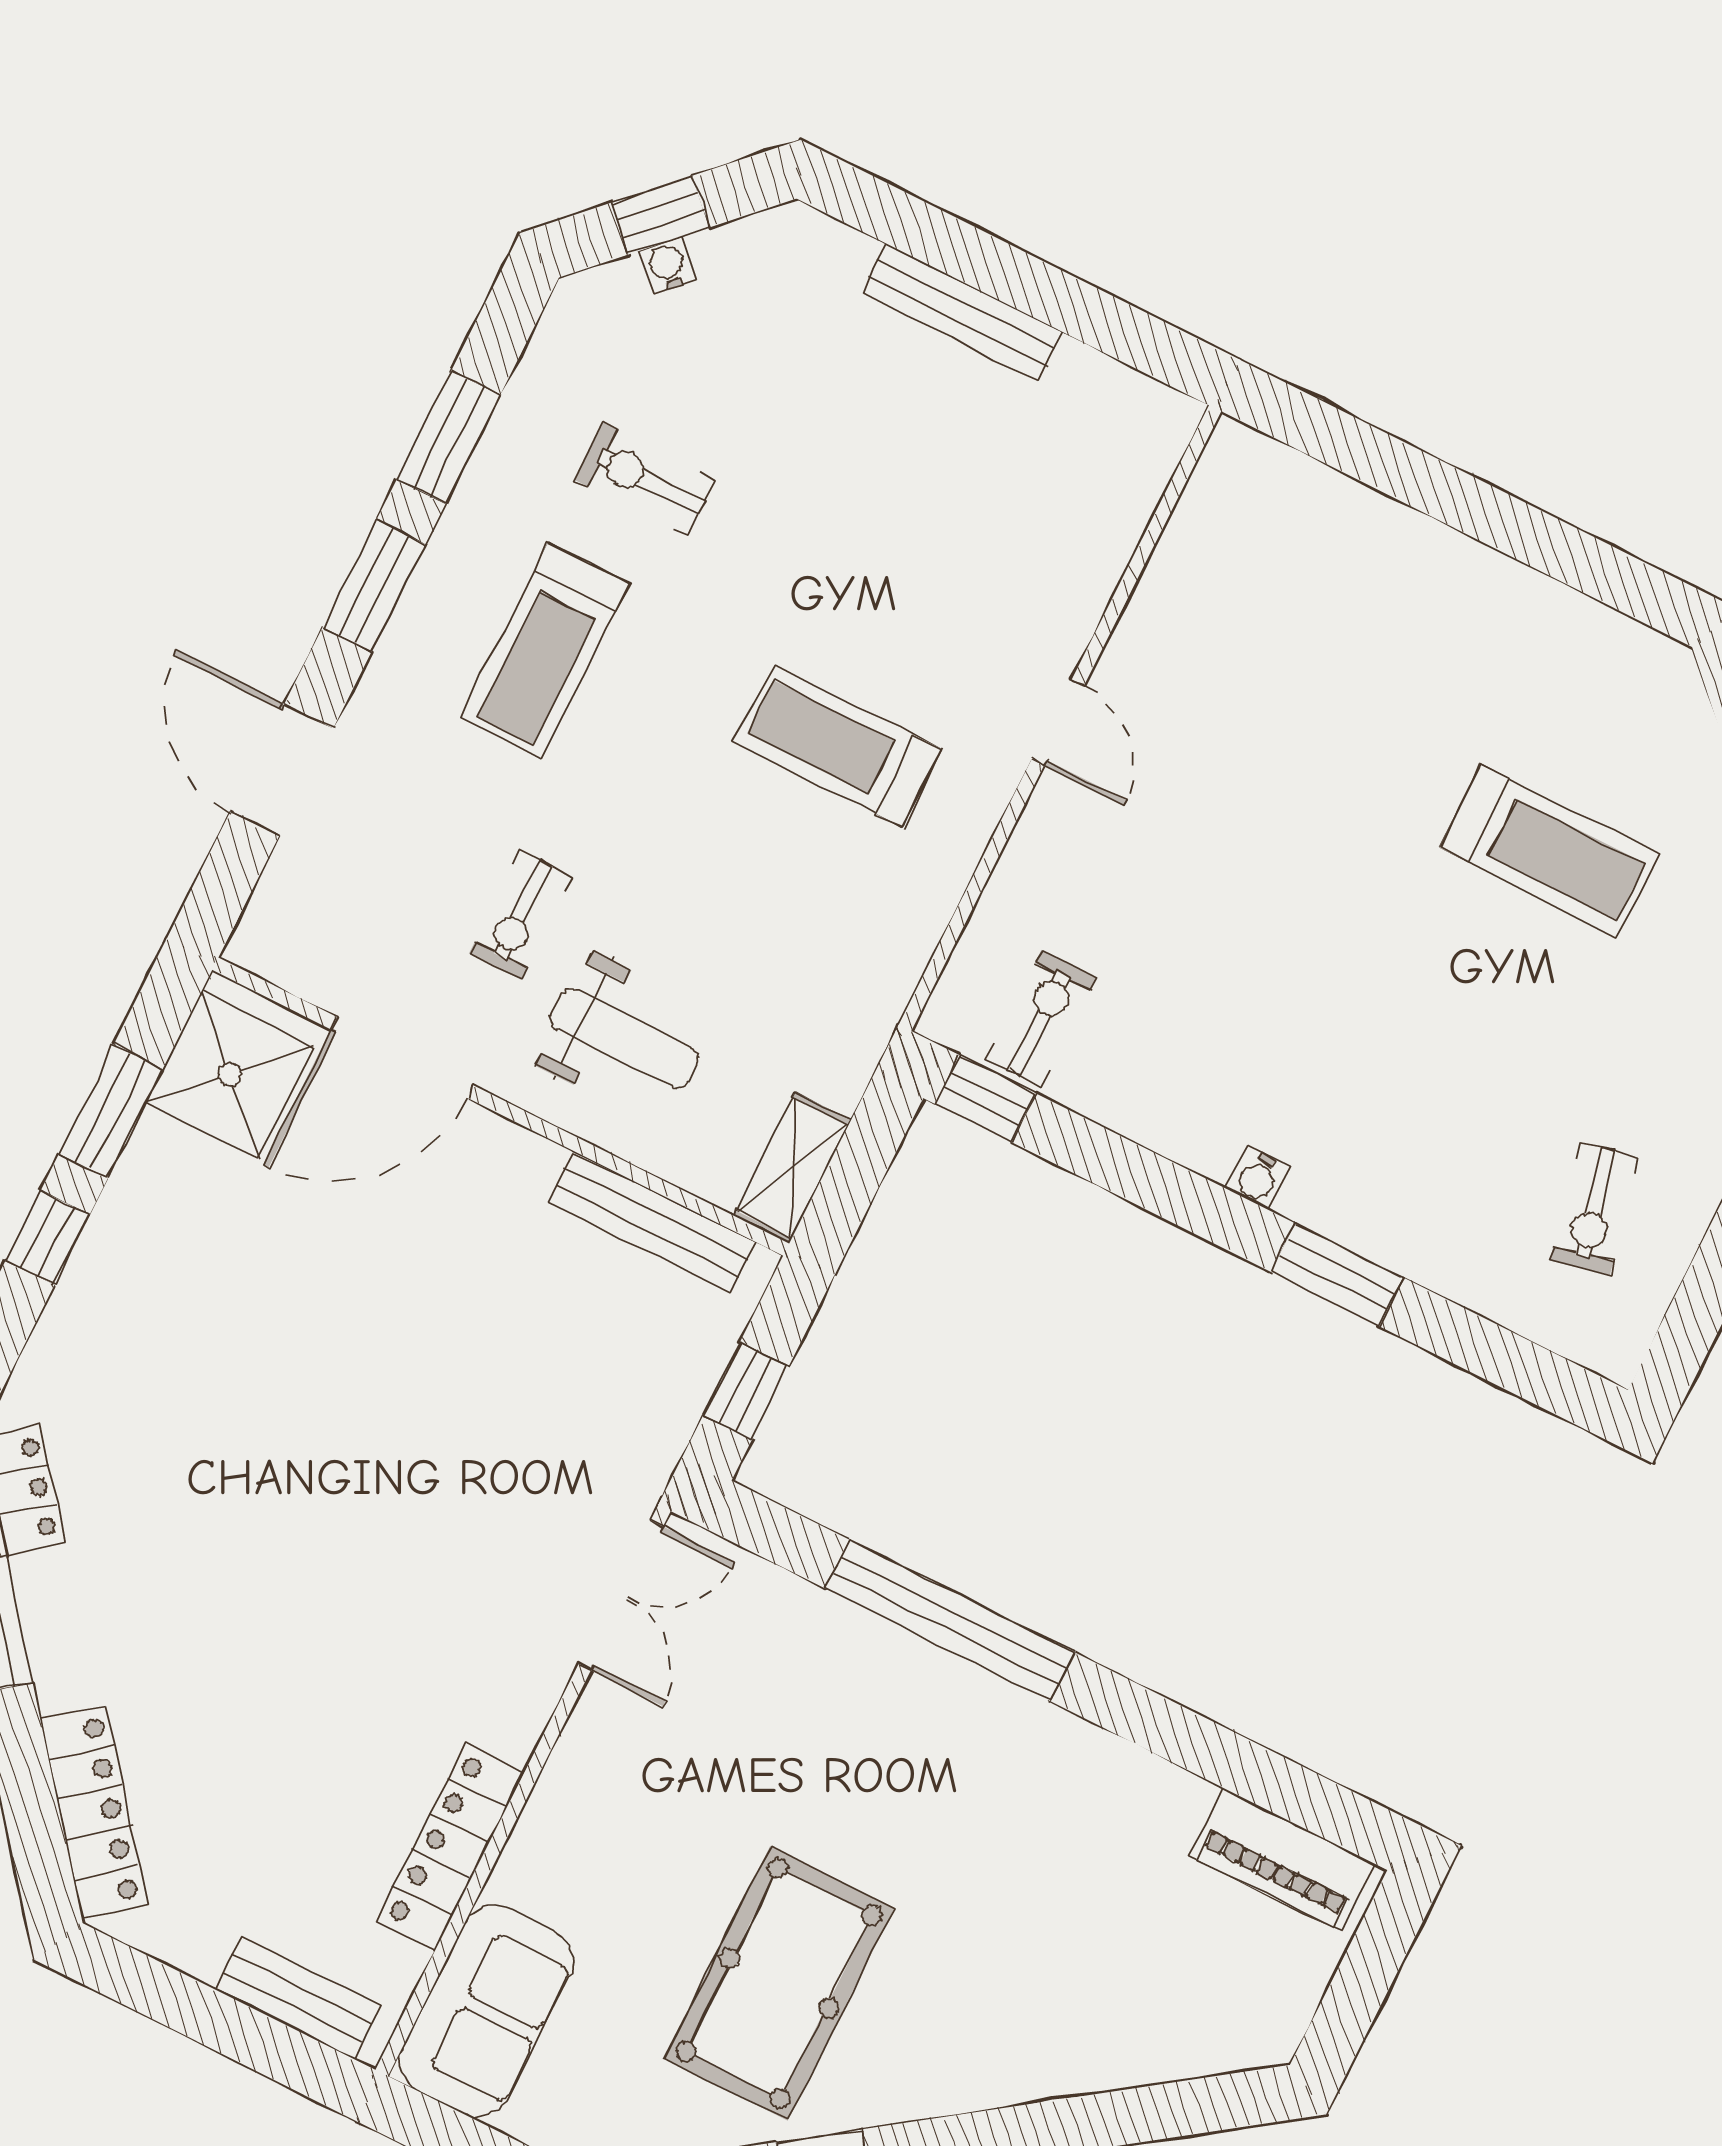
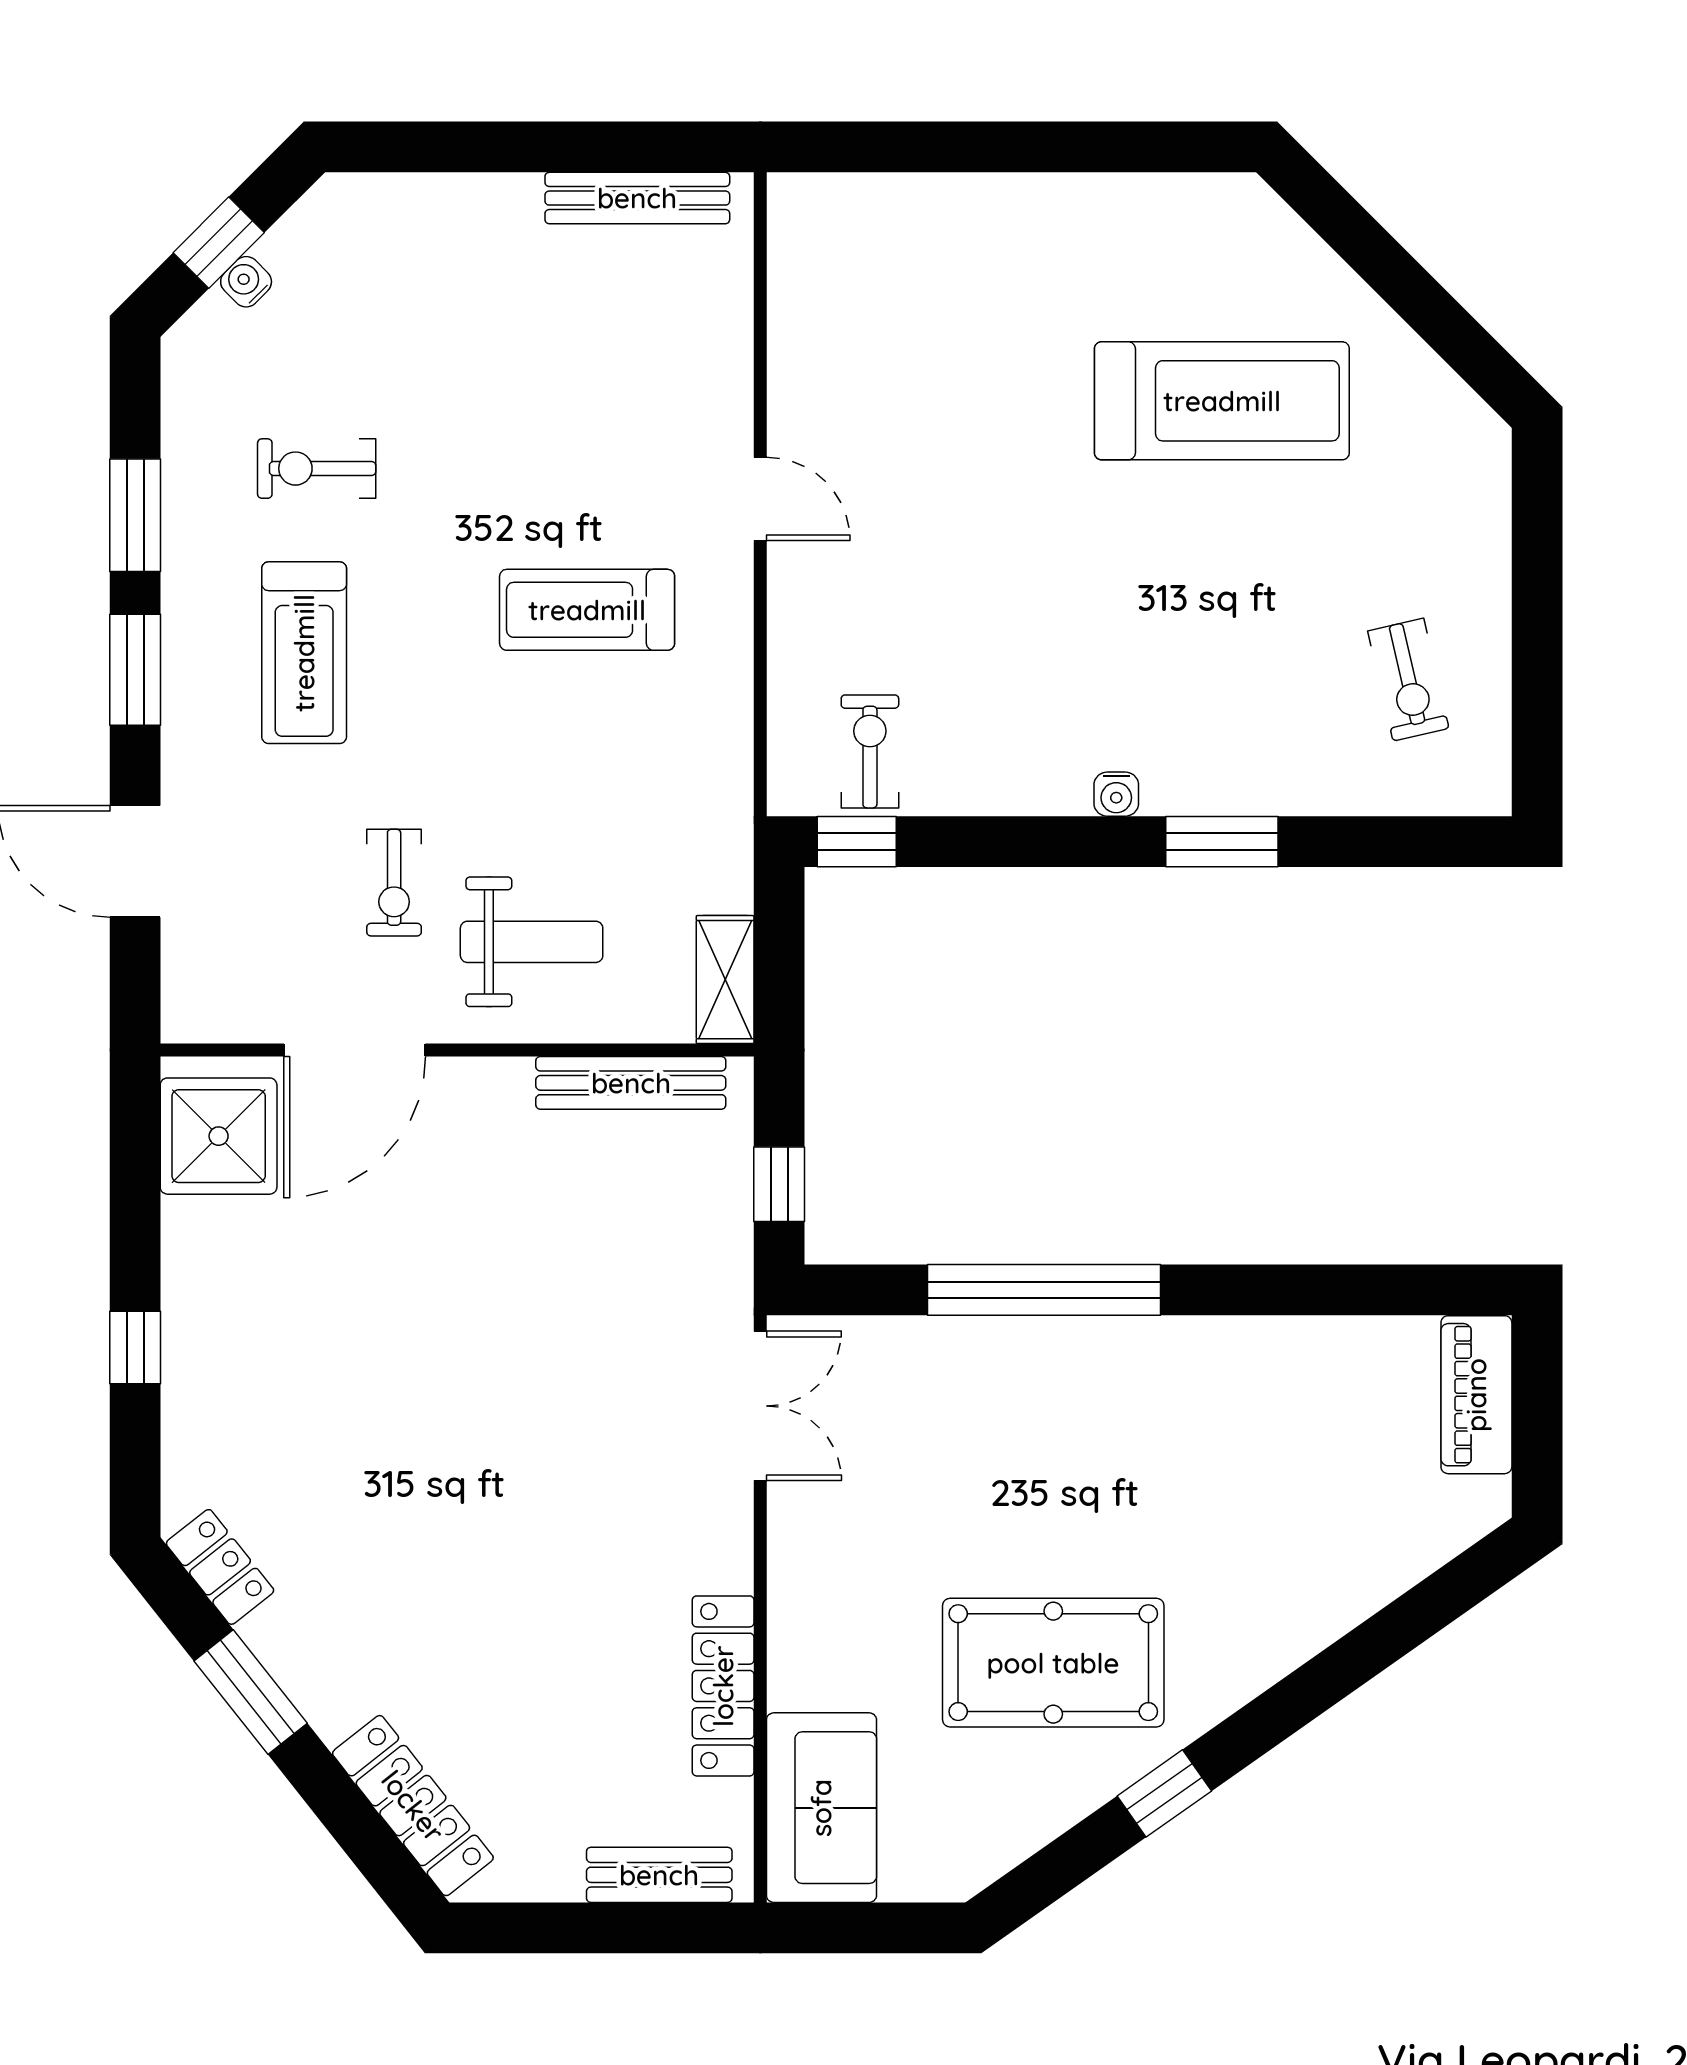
bench: (962, 313) -> (637, 198), moved
treadmill: (1549, 851) -> (1222, 401), width x1.37, depth x1.38
window: (111, 1111) -> (135, 1216), removed
piano: (1282, 1860) -> (1476, 1395), moved, turned 90
pool table: (779, 1983) -> (1053, 1663), turned 90

